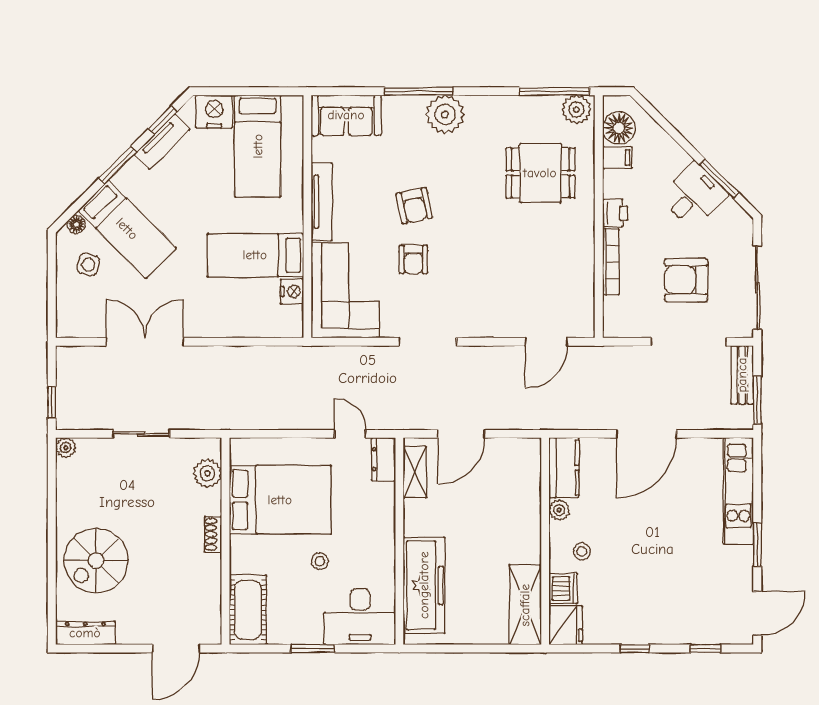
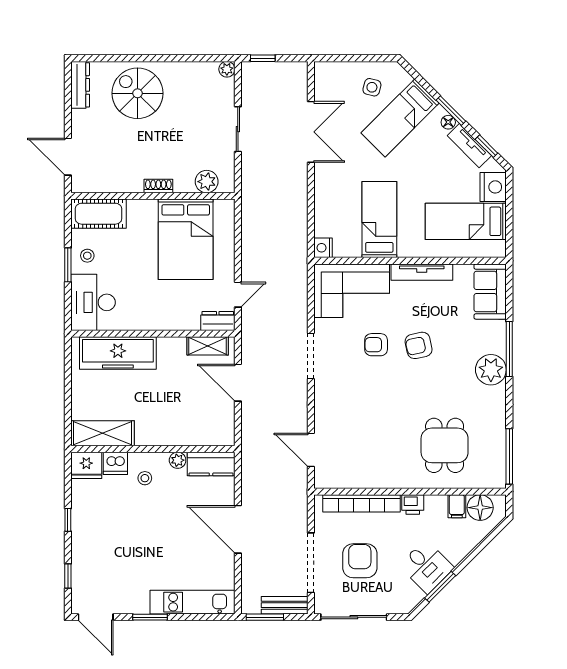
plant: (577, 110) -> (495, 474), removed
floor lamp: (76, 224) -> (448, 122), moved
bookcase: (611, 262) -> (362, 503), width x1.48, depth x1.31
nightstand: (292, 292) -> (323, 248), moved, turned 90
stool: (320, 561) -> (87, 256), moved

